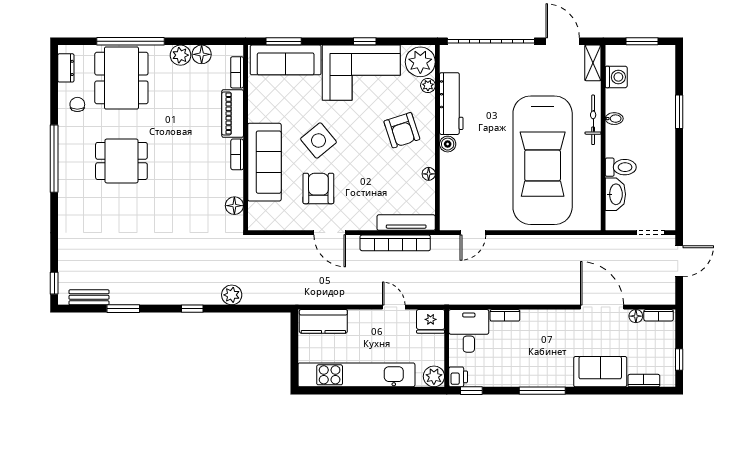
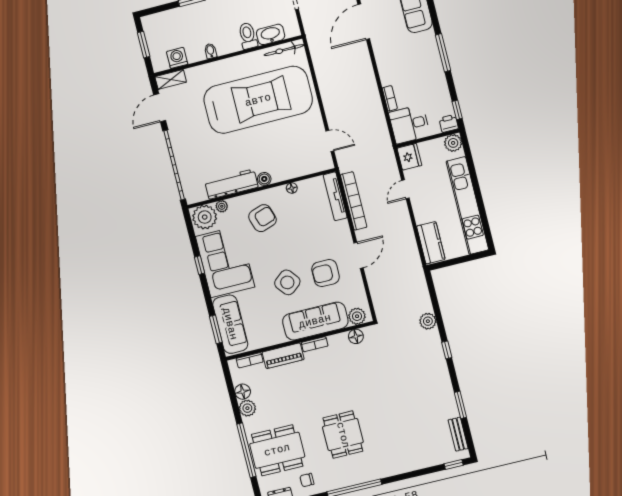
bicycle: (593, 120) -> (284, 50), moved
plant: (258, 213) -> (357, 316), added

